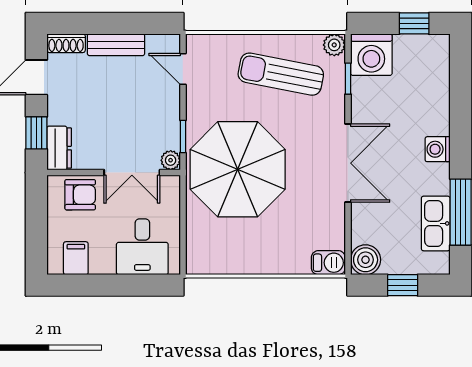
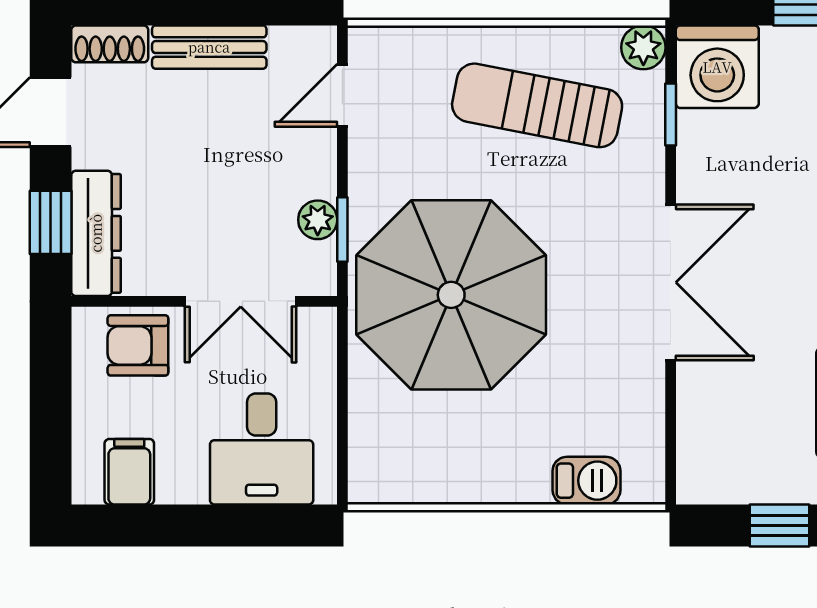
door: (183, 69) -> (342, 95), hinge flipped
dresser: (59, 148) -> (96, 233), width x1.44
plant: (171, 160) -> (318, 220), moved
armchair: (80, 195) -> (138, 345), turned 180
boiler: (366, 260) -> (706, 475), removed
barbecue: (328, 263) -> (587, 481), moved

